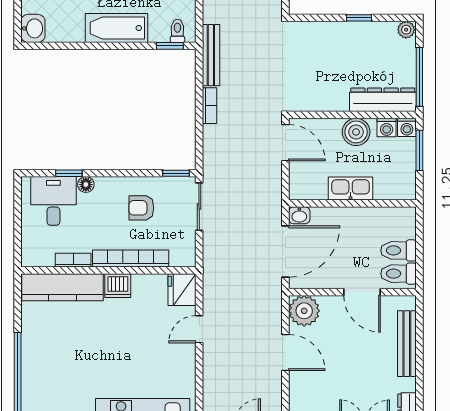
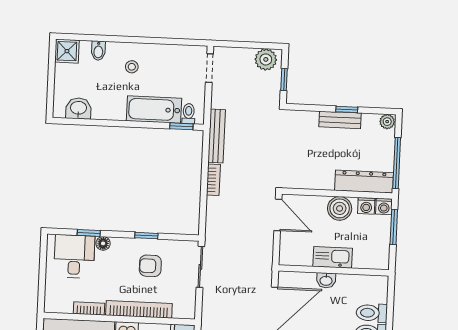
washbasin: (33, 28) -> (78, 108), moved, turned -90
bathtub: (116, 28) -> (154, 110), moved
bench: (352, 30) -> (340, 120), added
window: (176, 173) -> (146, 236), moved
washbasin: (299, 215) -> (326, 280), moved

